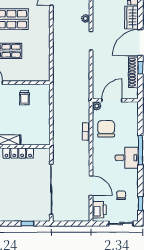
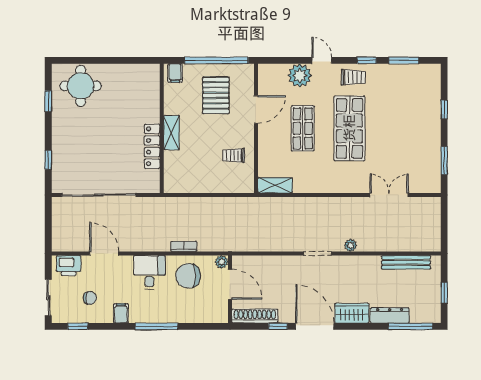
shelving: (45, 70) -> (275, 185), added
shoe rack: (133, 72) -> (255, 316), moved
chair: (106, 129) -> (188, 276), turned 180
desk: (127, 158) -> (149, 272), moved, turned 180
filing cabinet: (132, 174) -> (121, 313), added
door: (91, 186) -> (104, 254), swing flipped

